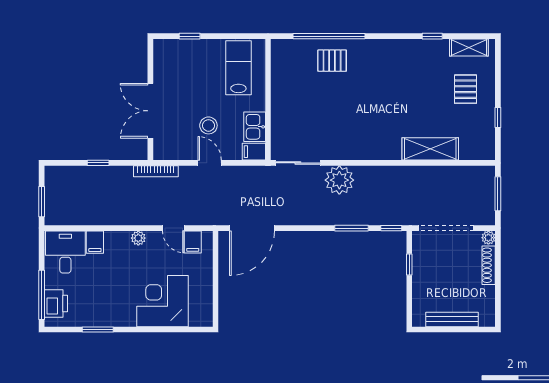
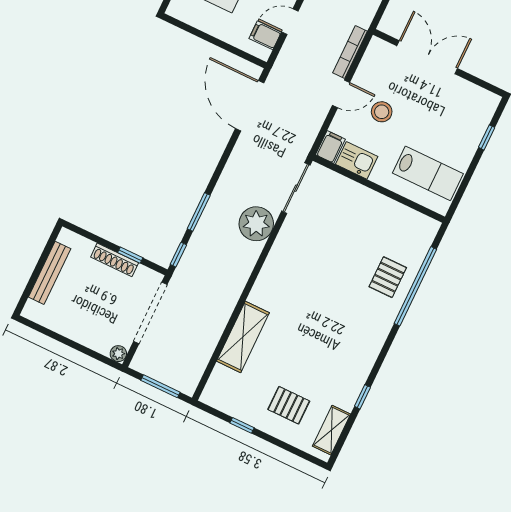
bookcase: (156, 171) -> (350, 52), moved
shoe rack: (489, 265) -> (115, 260), moved, turned 180

